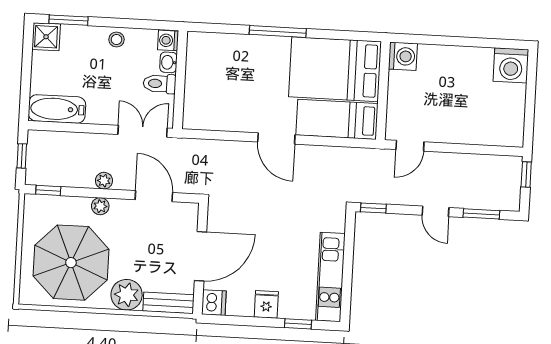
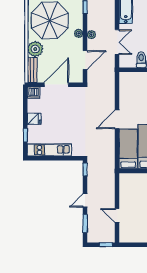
double door: (143, 131) -> (117, 42), moved
door: (410, 146) -> (117, 216), moved
door: (201, 256) -> (56, 85), swing flipped

